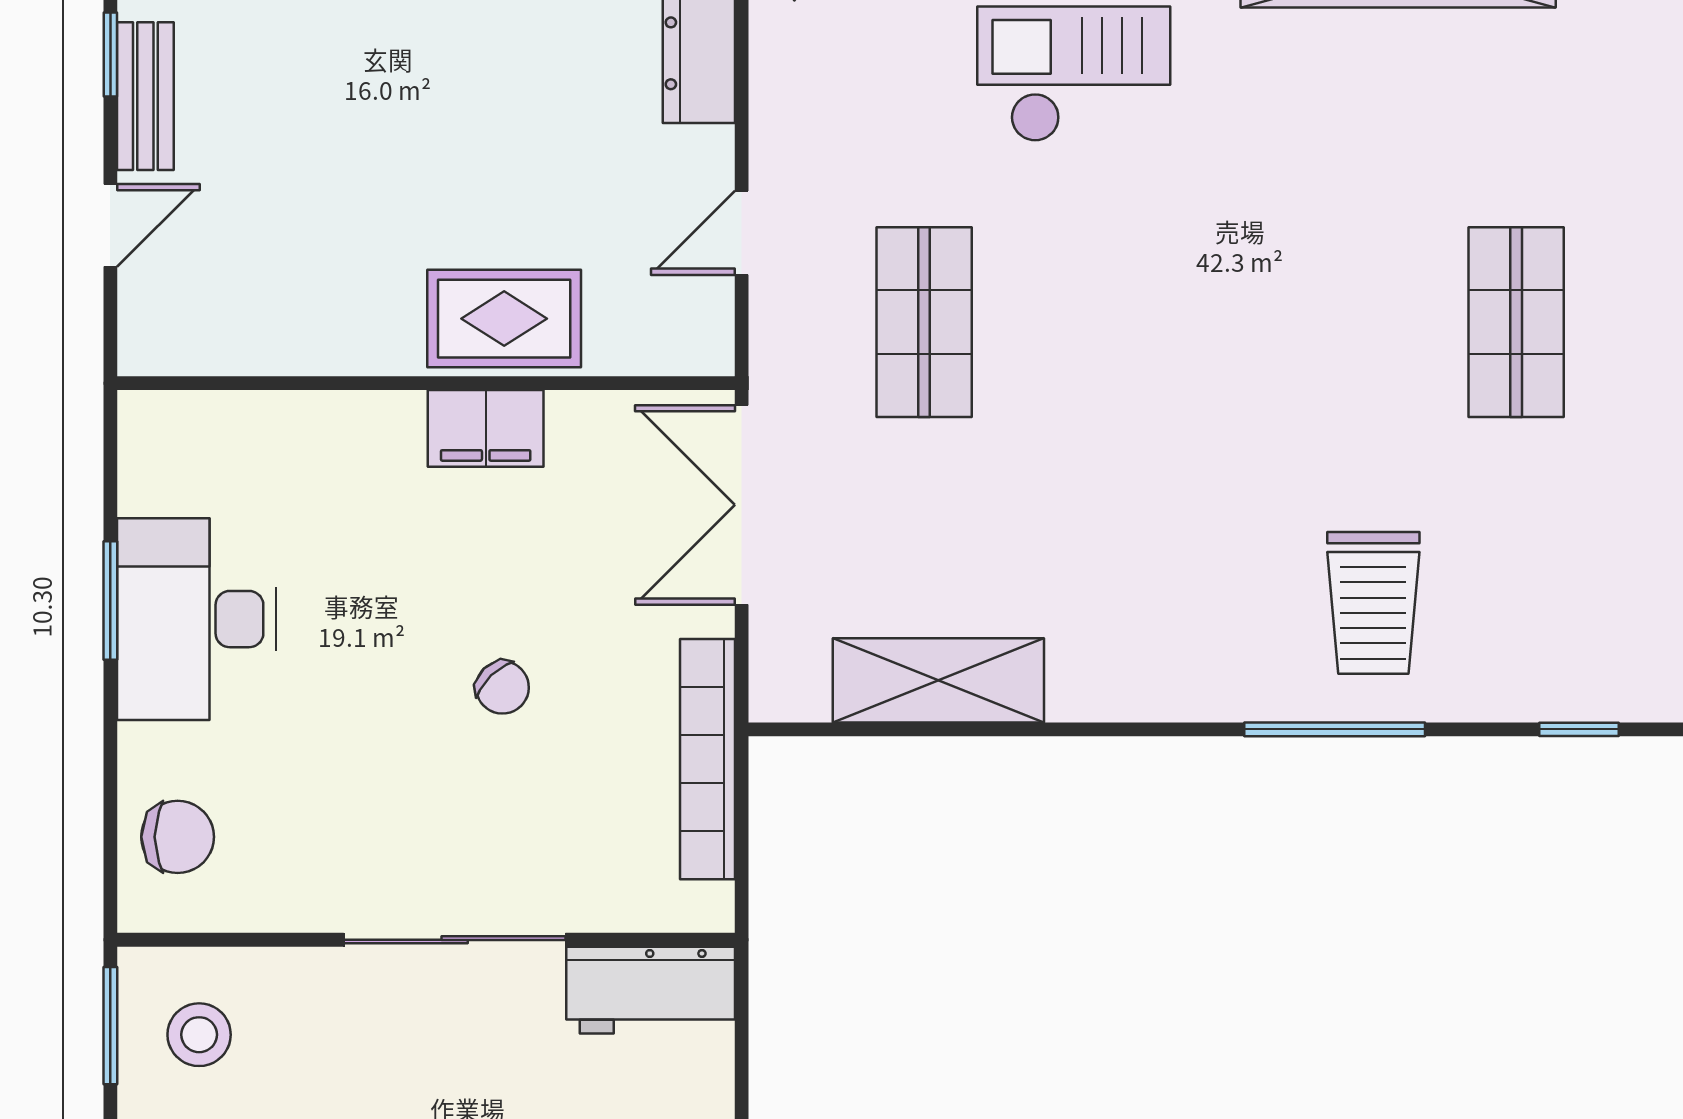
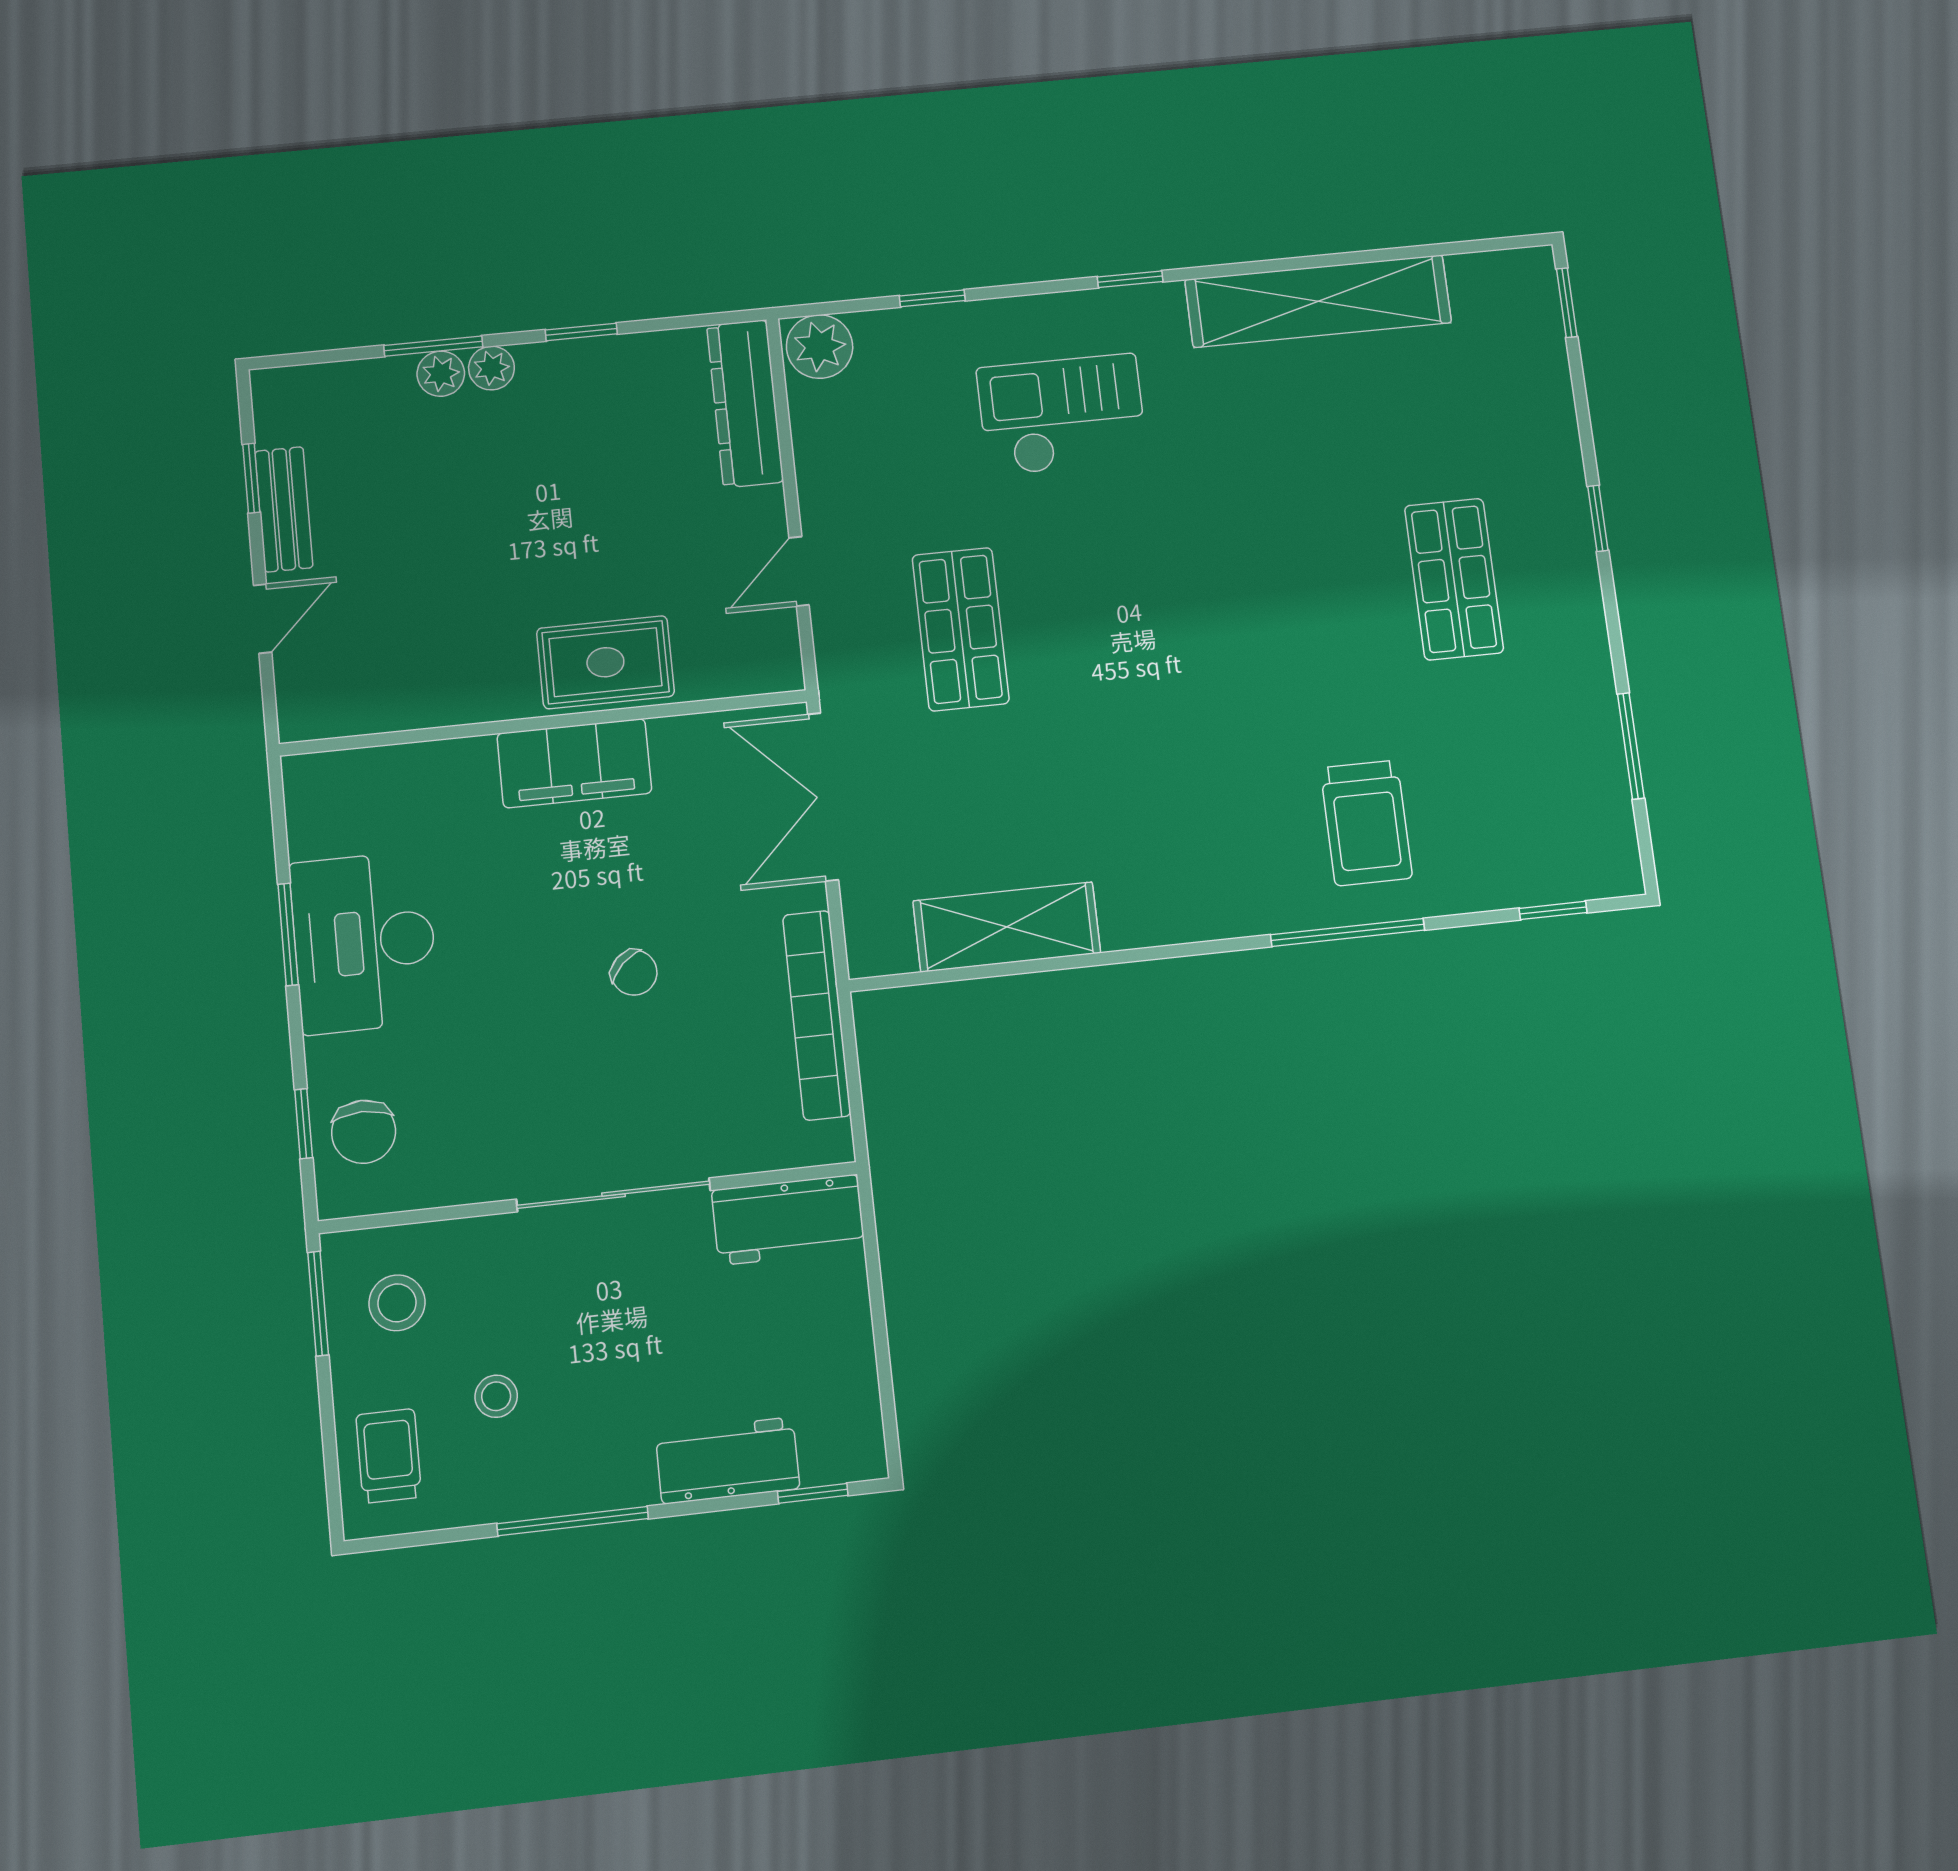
filing cabinet: (486, 428) -> (574, 763), width x1.50, depth x1.17
window: (110, 820) -> (304, 1124), added
chair: (178, 837) -> (364, 1132), turned 90

